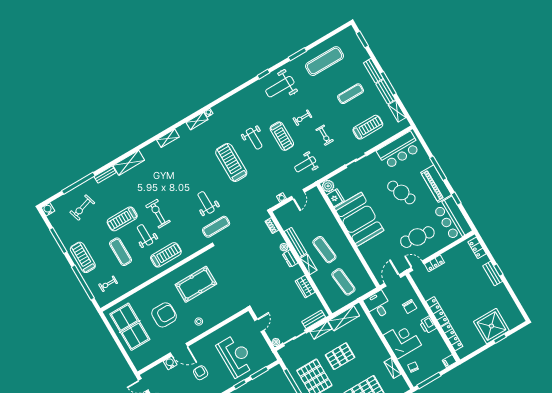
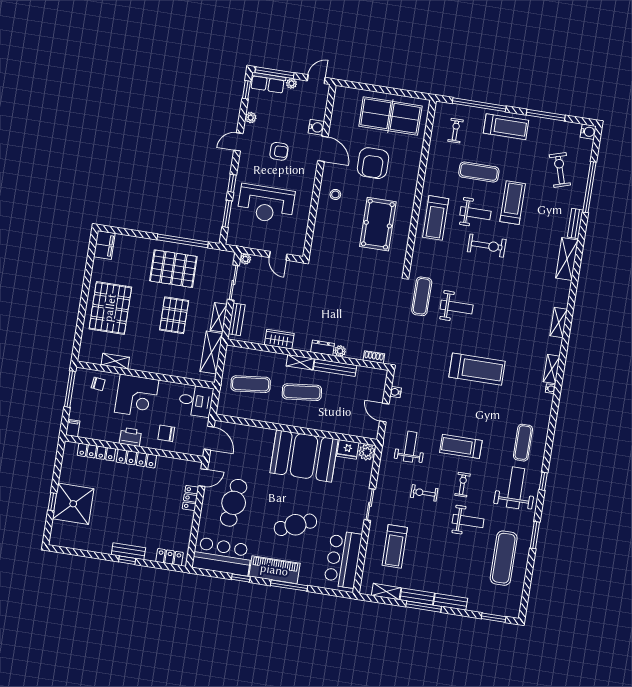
exercise mat: (351, 94) -> (523, 443), moved
weight bench: (254, 139) -> (468, 521), moved, turned 180
door: (179, 349) -> (323, 149), swing flipped

